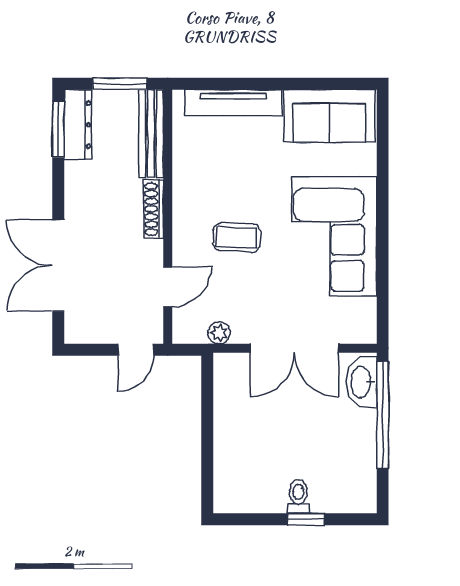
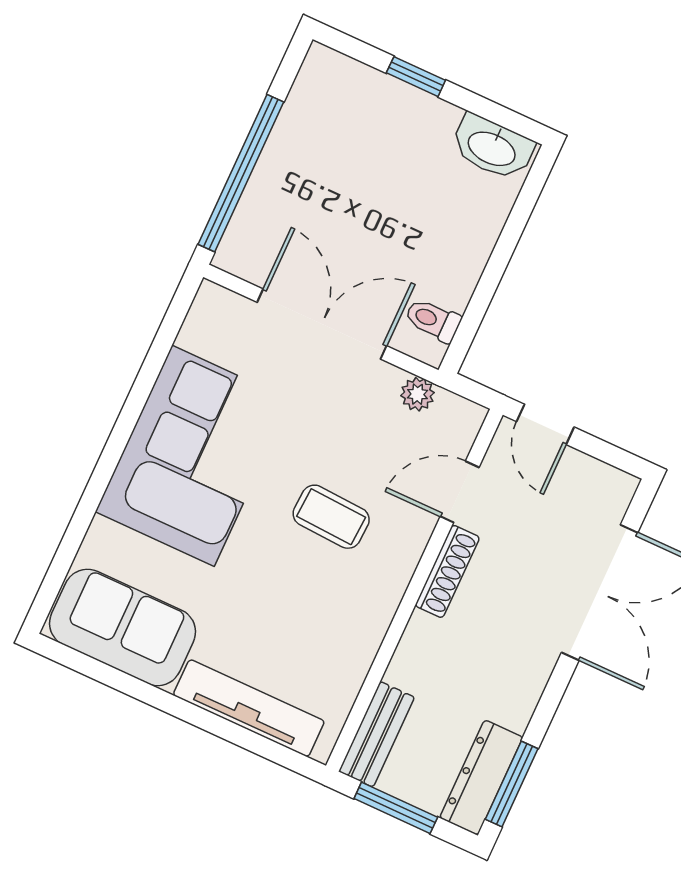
bench: (151, 134) -> (377, 734), width x0.73
shoe rack: (154, 209) -> (447, 571), moved
door: (136, 350) -> (545, 424), swing flipped
washbasin: (362, 382) -> (492, 148), moved, turned 90
toilet: (298, 496) -> (433, 320), moved, turned 90

